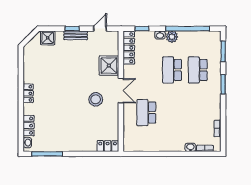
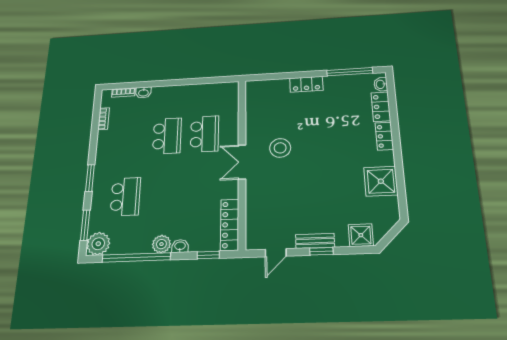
plant: (213, 38) -> (98, 244), added
shower: (109, 66) -> (381, 181), moved
school desk: (172, 70) -> (167, 136), moved
locker: (28, 93) -> (384, 136), moved
locker: (108, 146) -> (306, 84), moved

